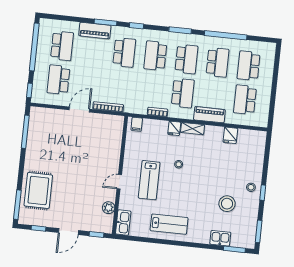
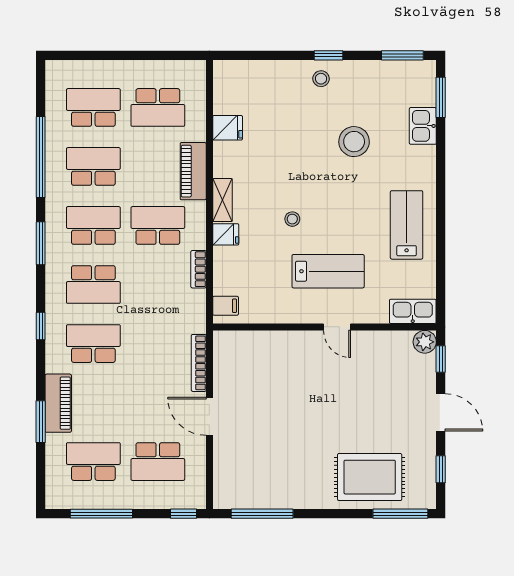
window: (105, 22) -> (41, 422), moved
window: (34, 47) -> (101, 514), width x0.68
school desk: (249, 66) -> (93, 107), turned 180
stool: (227, 204) -> (354, 142), moved
plant: (109, 208) -> (425, 342), moved

